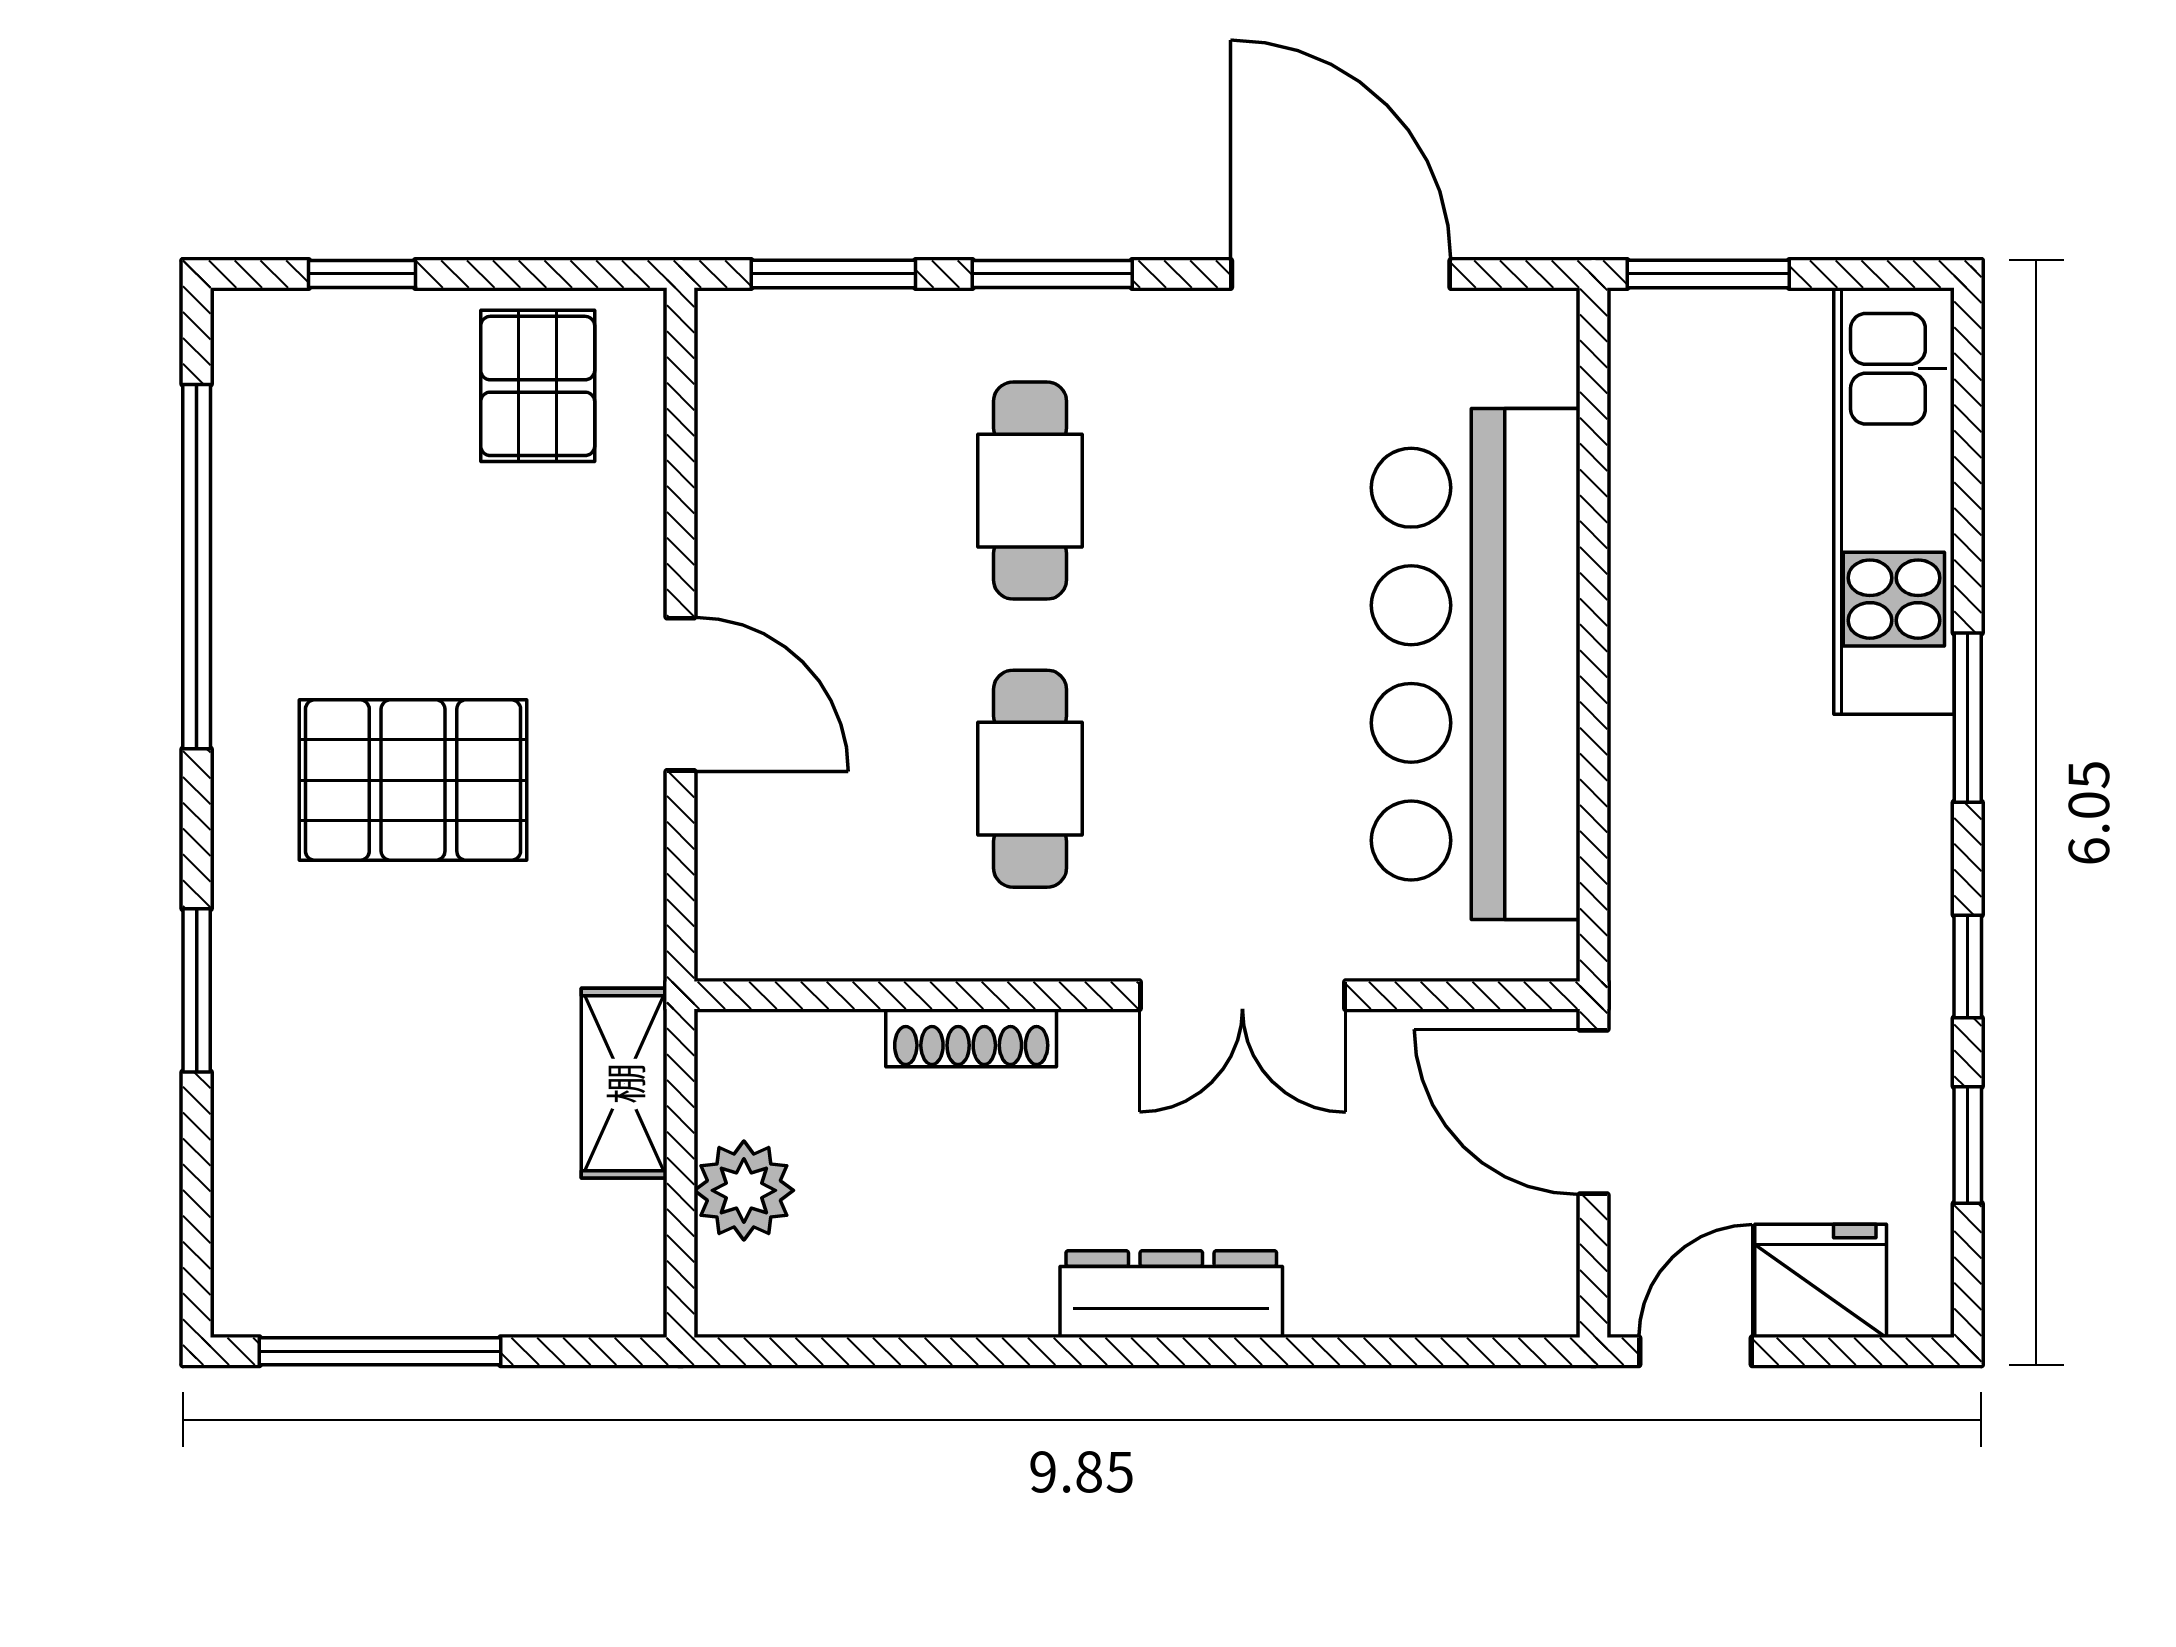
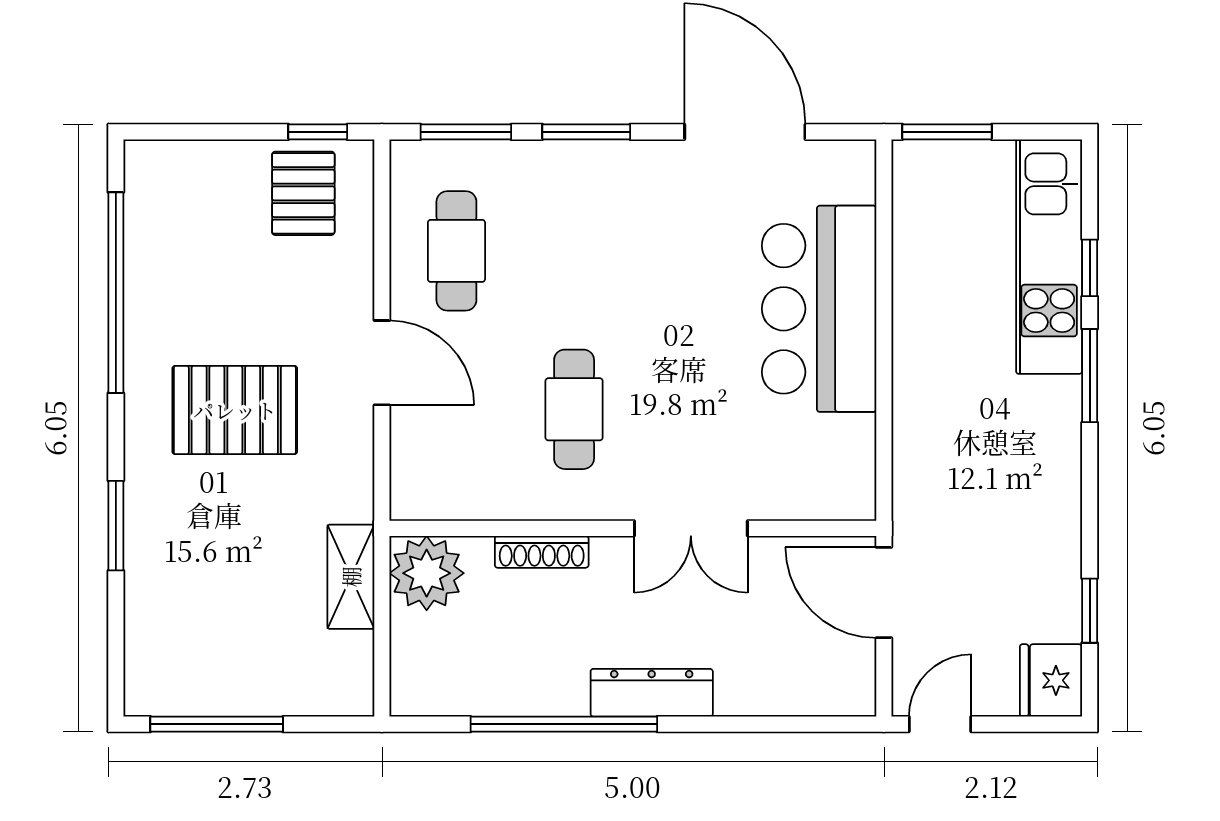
window: (362, 274) -> (318, 132), moved
cafe table: (1030, 491) -> (456, 251), moved
bar counter: (1476, 664) -> (819, 309), width x0.73
window: (1968, 966) -> (1090, 268), moved
plant: (744, 1190) -> (427, 573), moved, width x1.36, depth x1.36
fridge: (1821, 1281) -> (1051, 680), moved, turned -90
window: (1012, 1351) -> (564, 724), added

